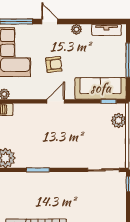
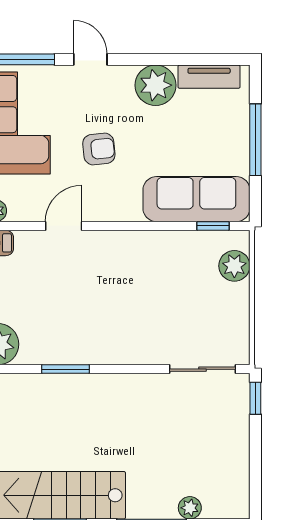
plant: (76, 29) -> (156, 85), width x1.87, depth x1.87
door: (56, 101) -> (64, 226), moved

